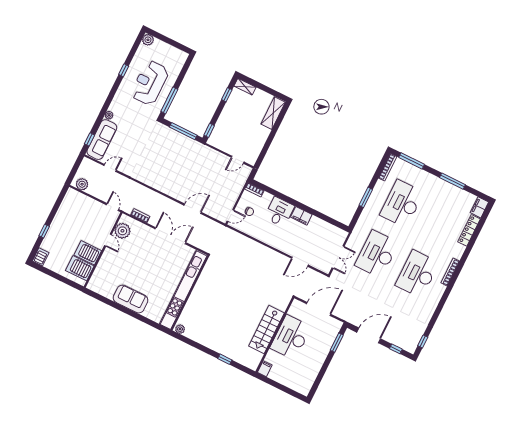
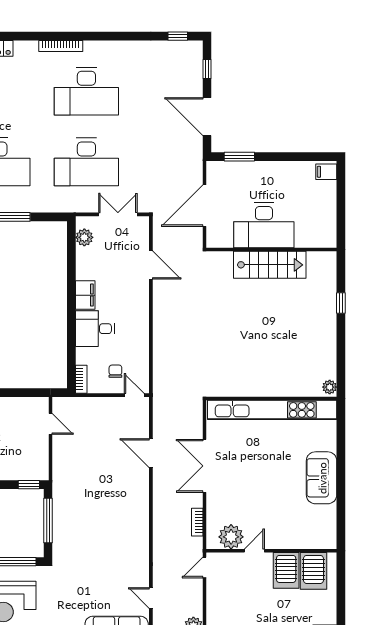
plant: (334, 232) -> (84, 237), added
door: (319, 309) -> (204, 206), hinge flipped
filing cabinet: (265, 369) -> (326, 172), moved

